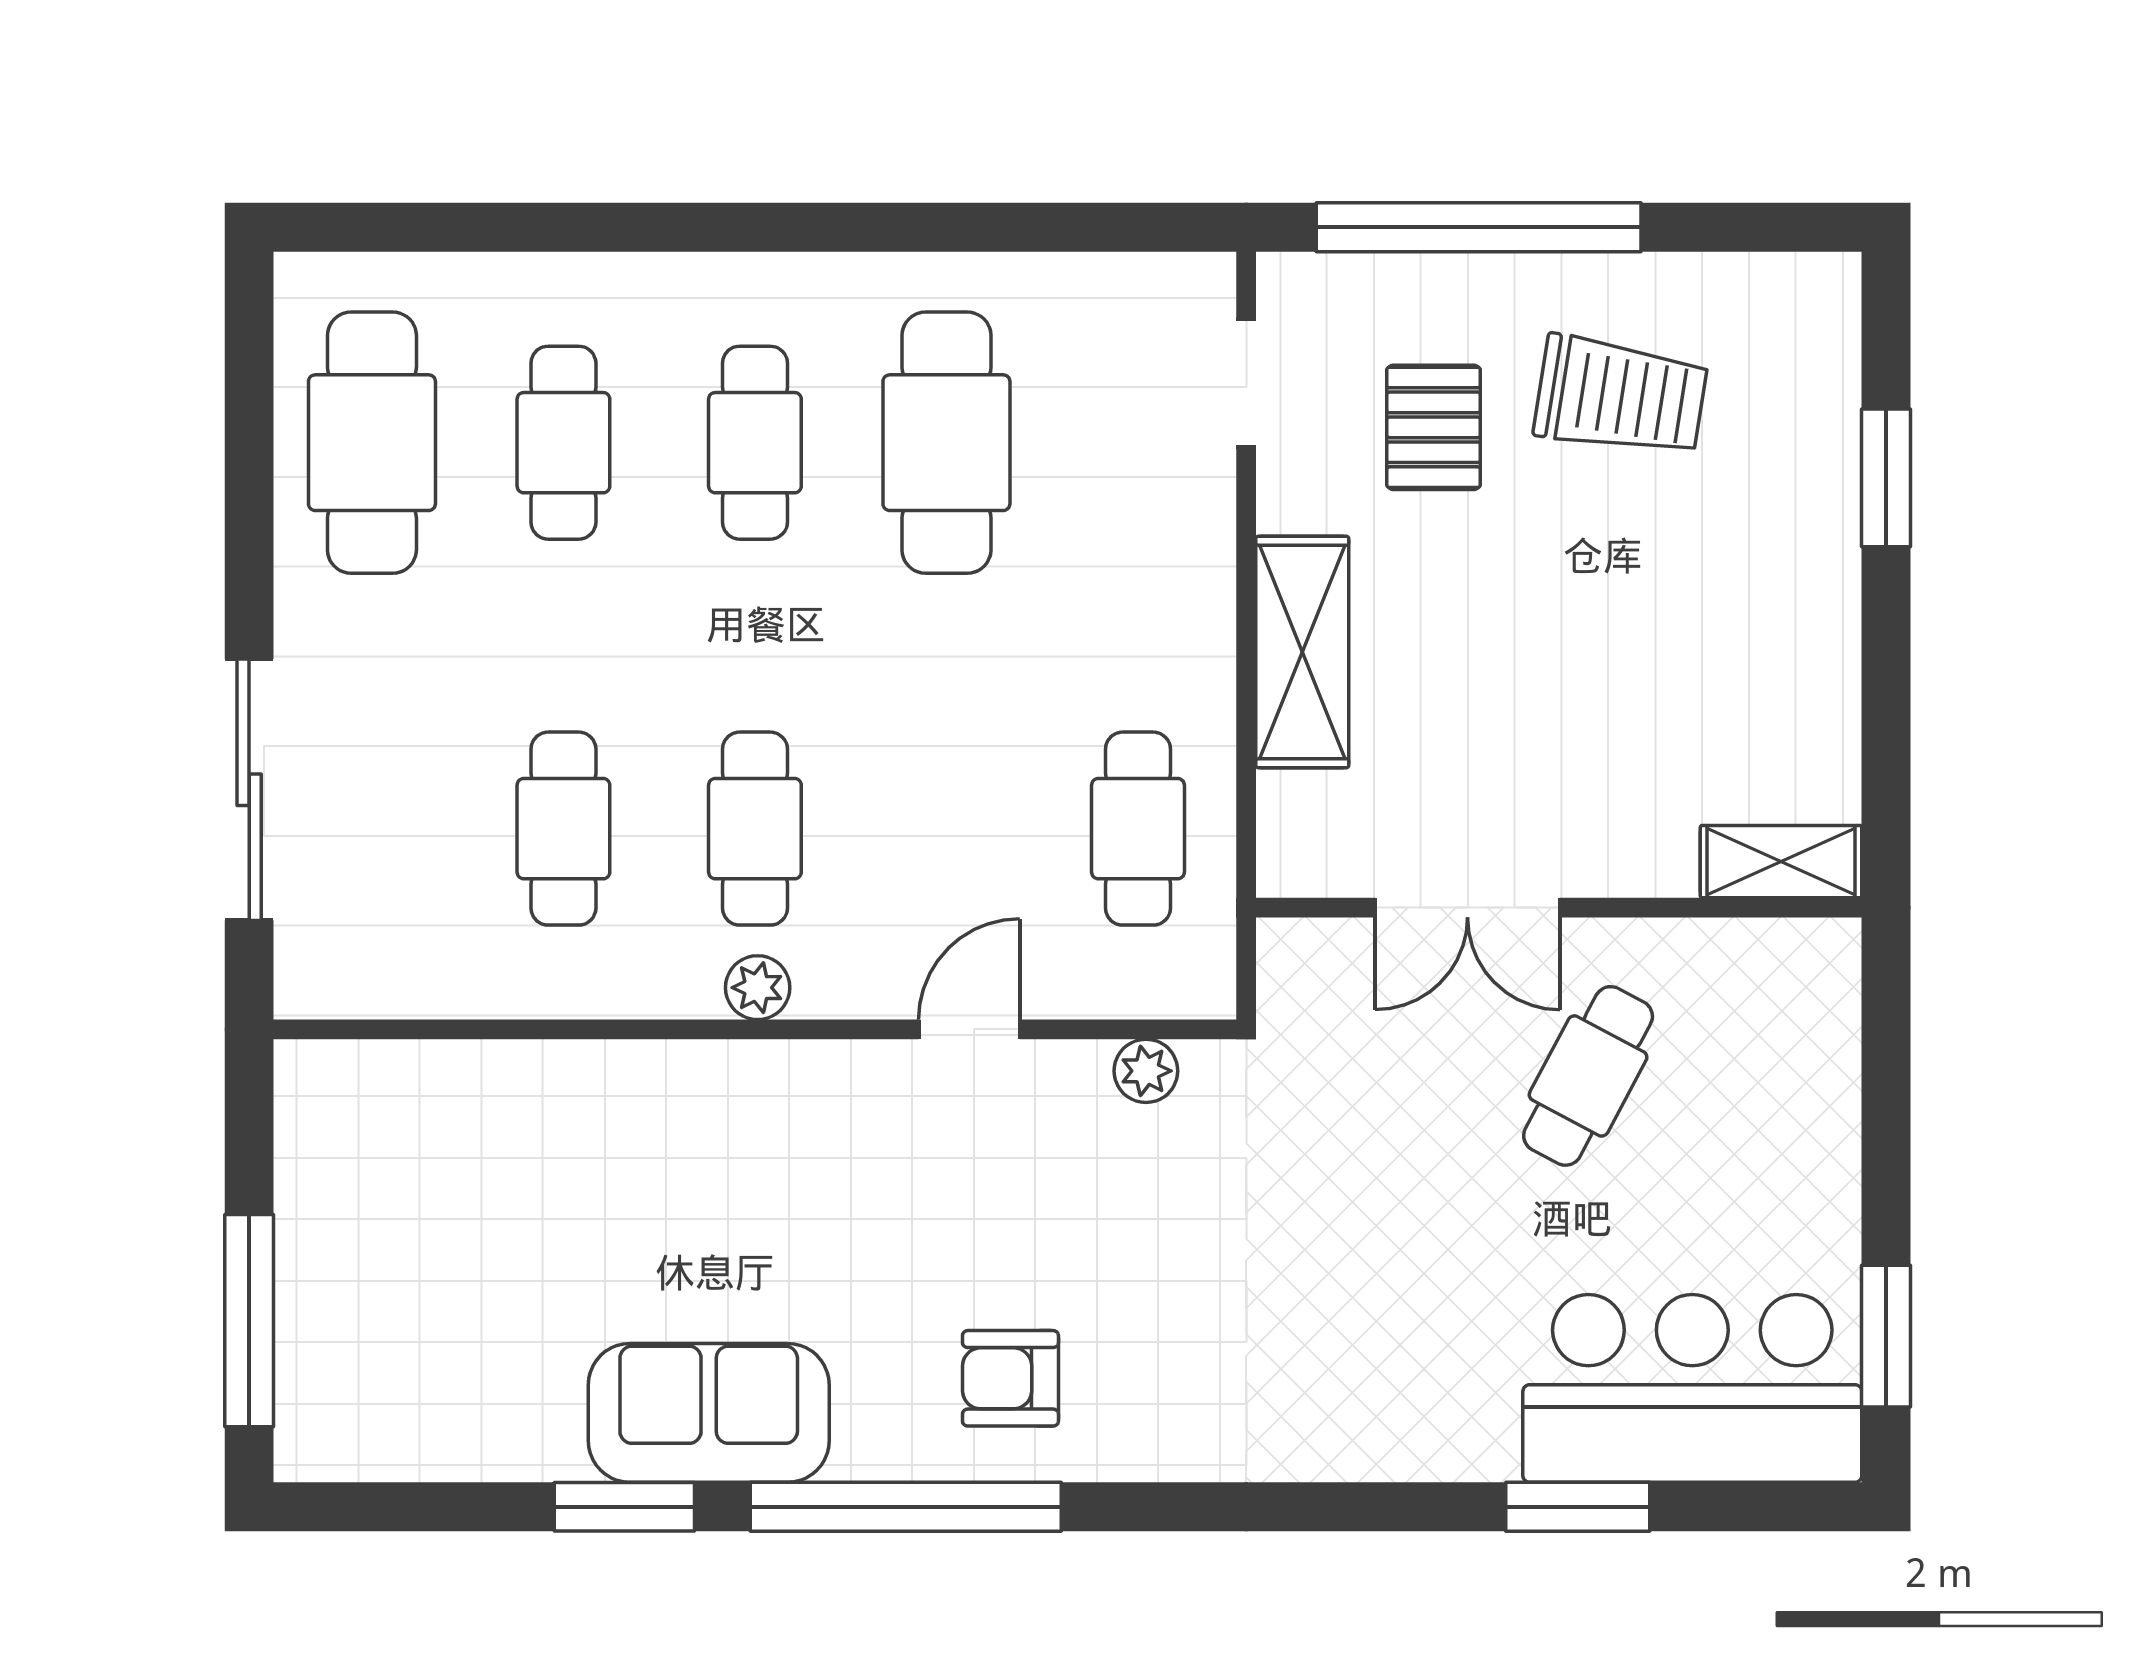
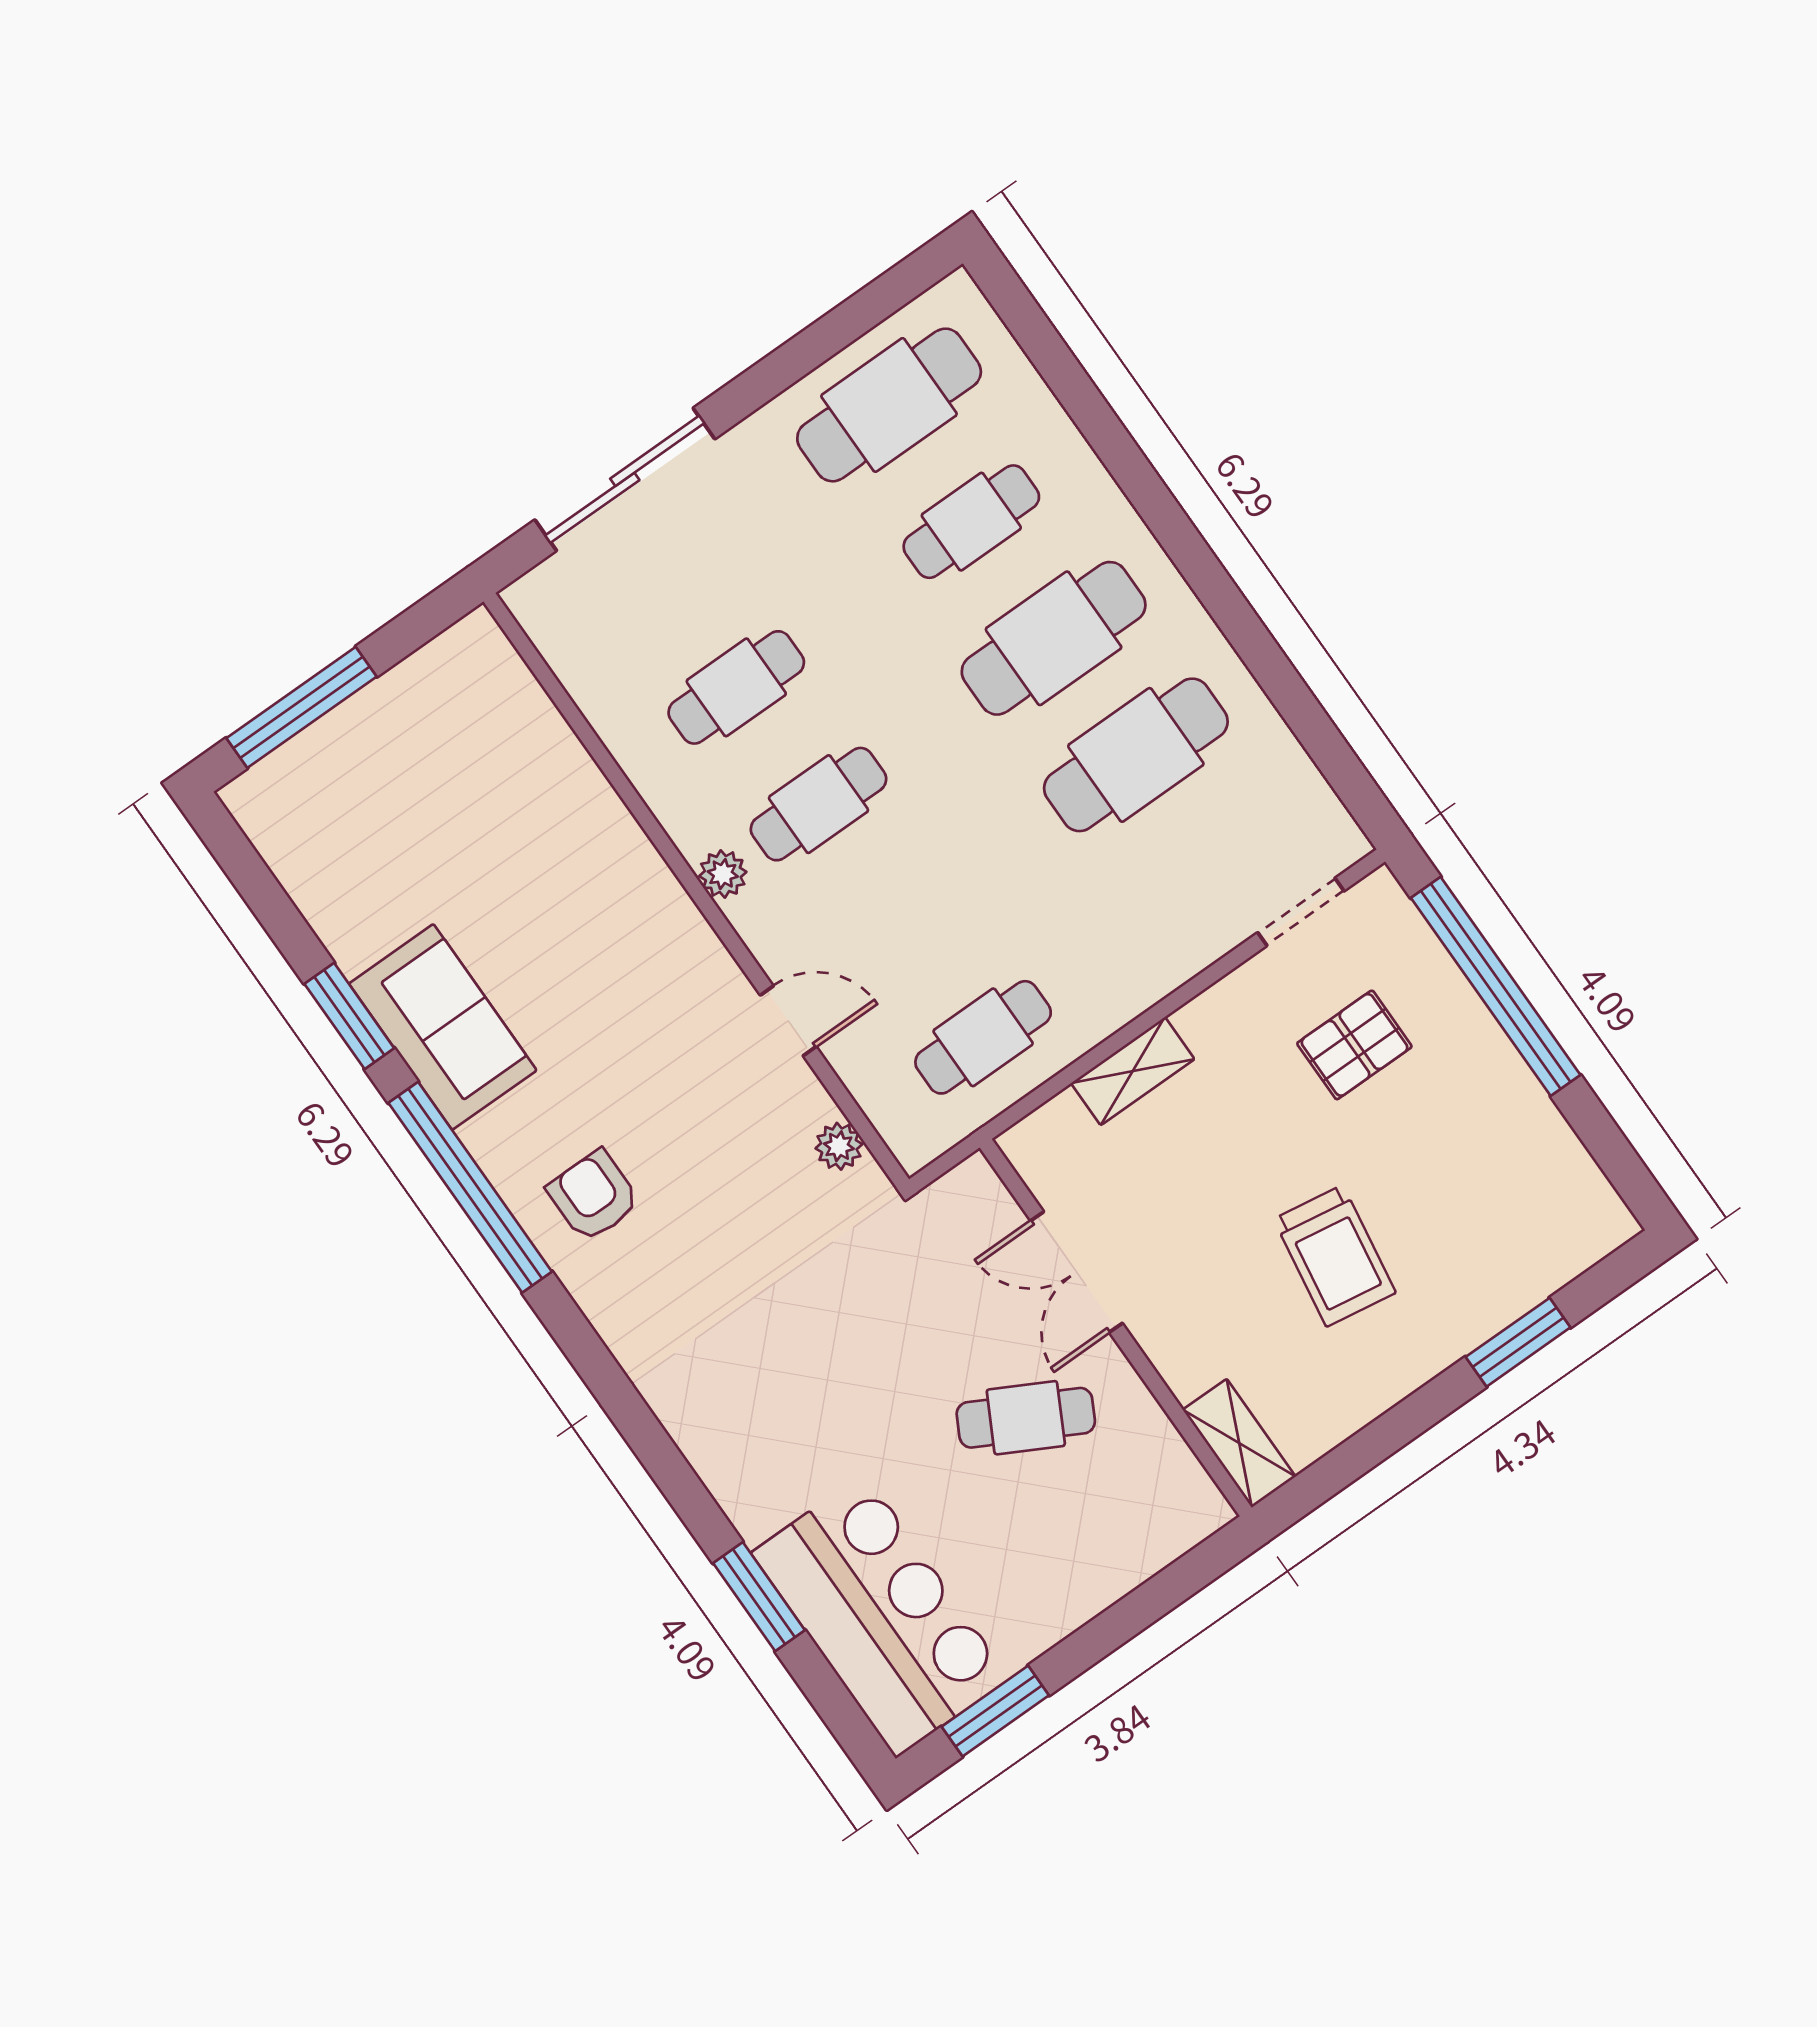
trolley: (1621, 396) -> (1335, 1256), moved
cafe table: (755, 443) -> (1054, 638), width x1.37, depth x1.35
shelving: (1302, 652) -> (1133, 1071), width x0.67, depth x0.75

